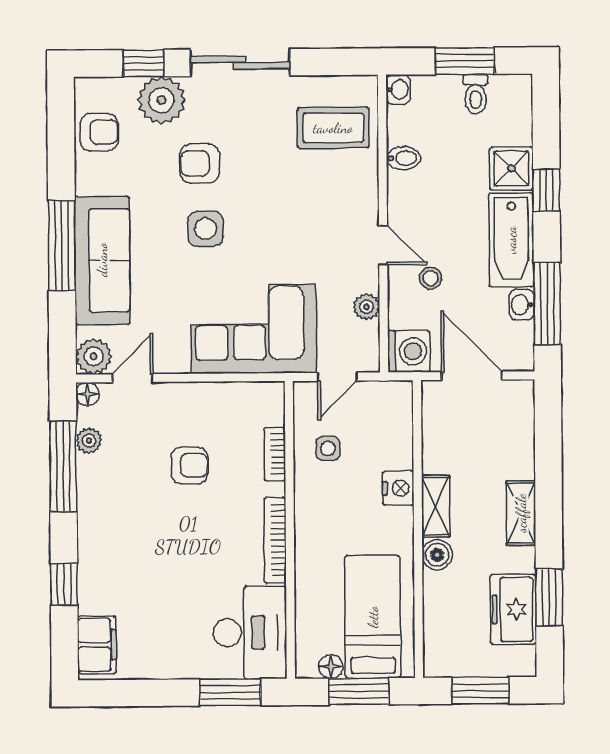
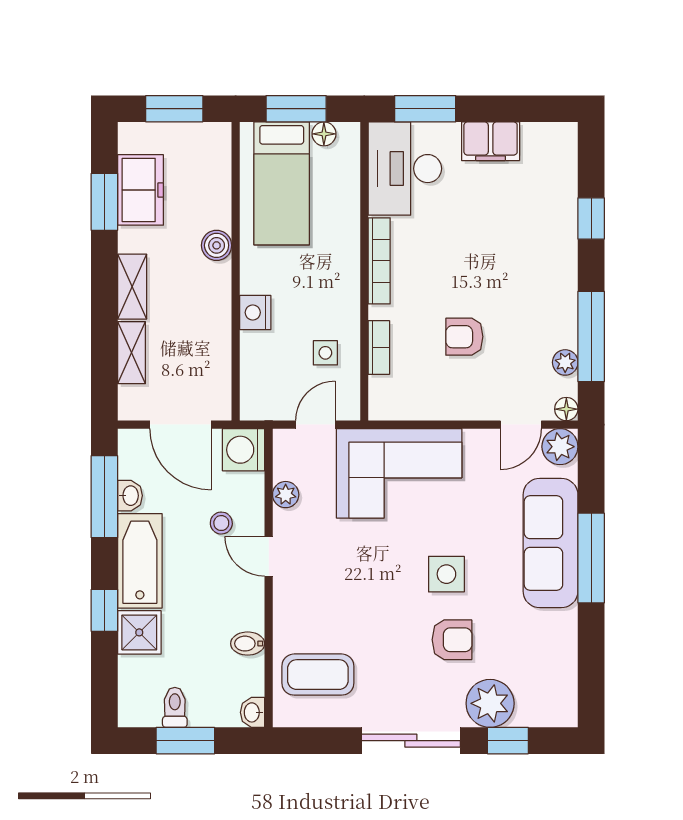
armchair: (99, 132) -> (553, 672), removed
shelving: (436, 506) -> (132, 353), moved
filing cabinet: (97, 645) -> (491, 141), moved, turned -90

